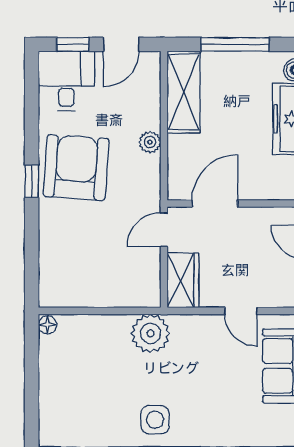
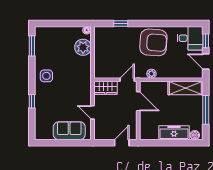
plant: (150, 142) -> (151, 74), moved
window: (32, 181) -> (121, 24), moved
door: (164, 230) -> (127, 80), hinge flipped
door: (241, 311) -> (93, 112), hinge flipped
plant: (150, 333) -> (83, 47), moved

